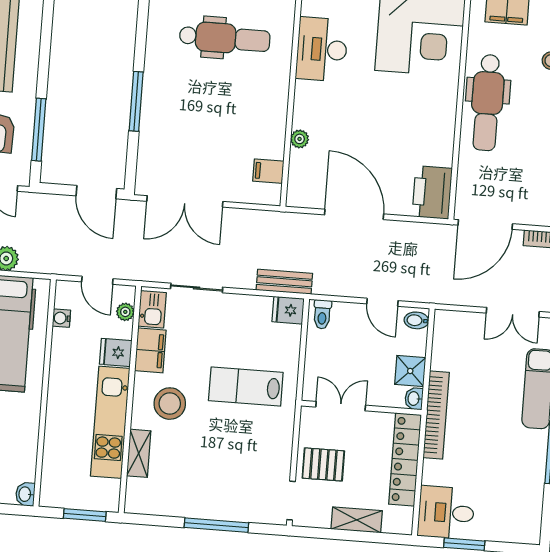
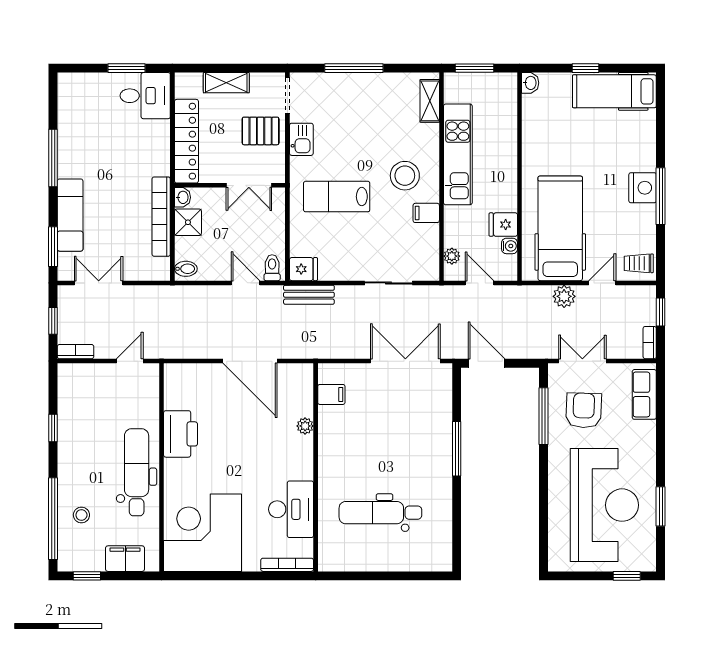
printer: (432, 192) -> (181, 434), moved
door: (485, 224) -> (130, 361), width x0.53
door: (382, 302) -> (246, 283), moved
kitchen sink: (152, 309) -> (301, 139), moved, turned 180
filing cabinet: (150, 350) -> (426, 213), width x0.50
fridge: (116, 352) -> (503, 225), moved, turned 180
lab bench: (246, 387) -> (337, 197), turned 180
bookcase: (436, 415) -> (161, 217), moved
shelving: (139, 453) -> (430, 101), moved

